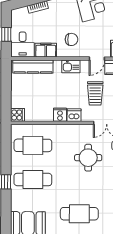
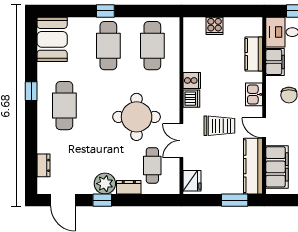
kitchen counter: (33, 67) -> (254, 54), width x0.67
trolley: (95, 93) -> (219, 126), turned 180
cooker: (18, 115) -> (215, 26), moved
round table: (88, 158) -> (137, 117), width x1.36, depth x1.36

